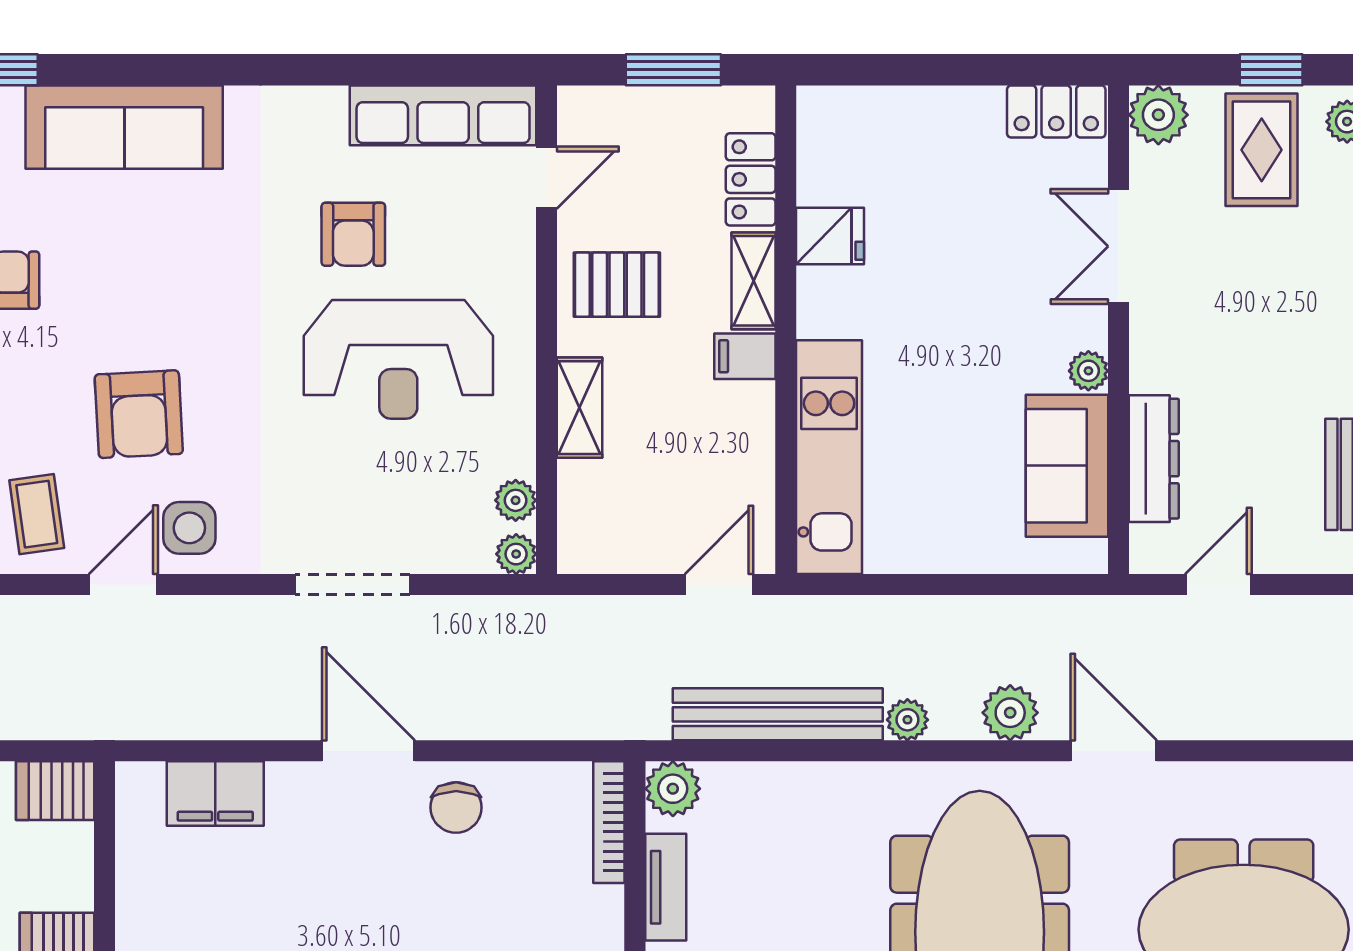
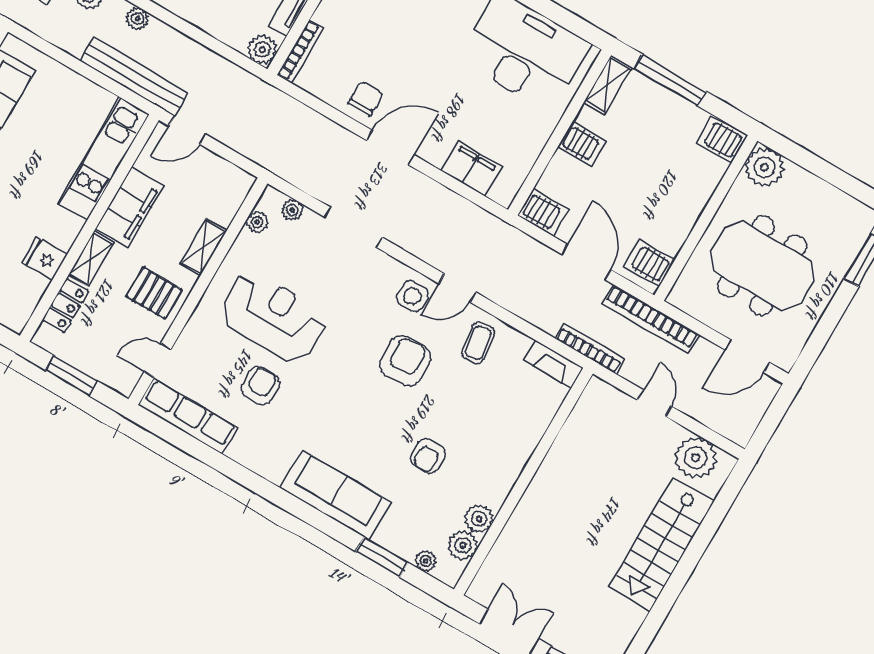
filing cabinet: (745, 356) -> (129, 207), width x3.00, depth x1.17
plant: (516, 554) -> (292, 210), moved
bench: (778, 714) -> (134, 77), moved
door: (368, 751) -> (390, 147), swing flipped

